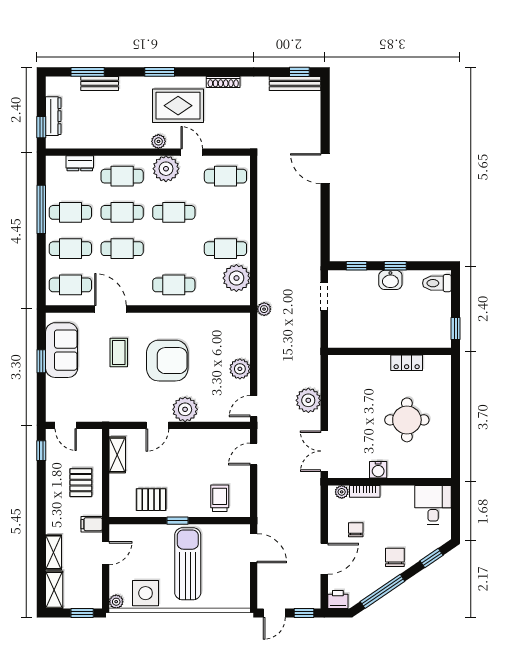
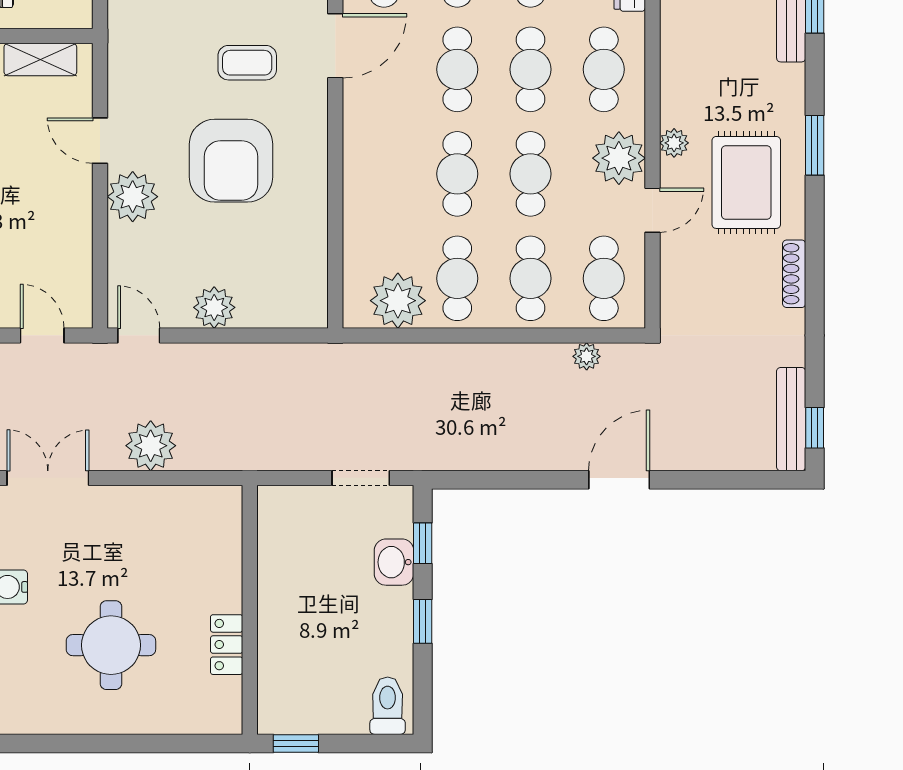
cafe table: (225, 212) -> (531, 278), added
washbasin: (390, 280) -> (394, 562), moved
cafe table: (174, 285) -> (457, 174), moved
plant: (264, 309) -> (587, 356), moved

